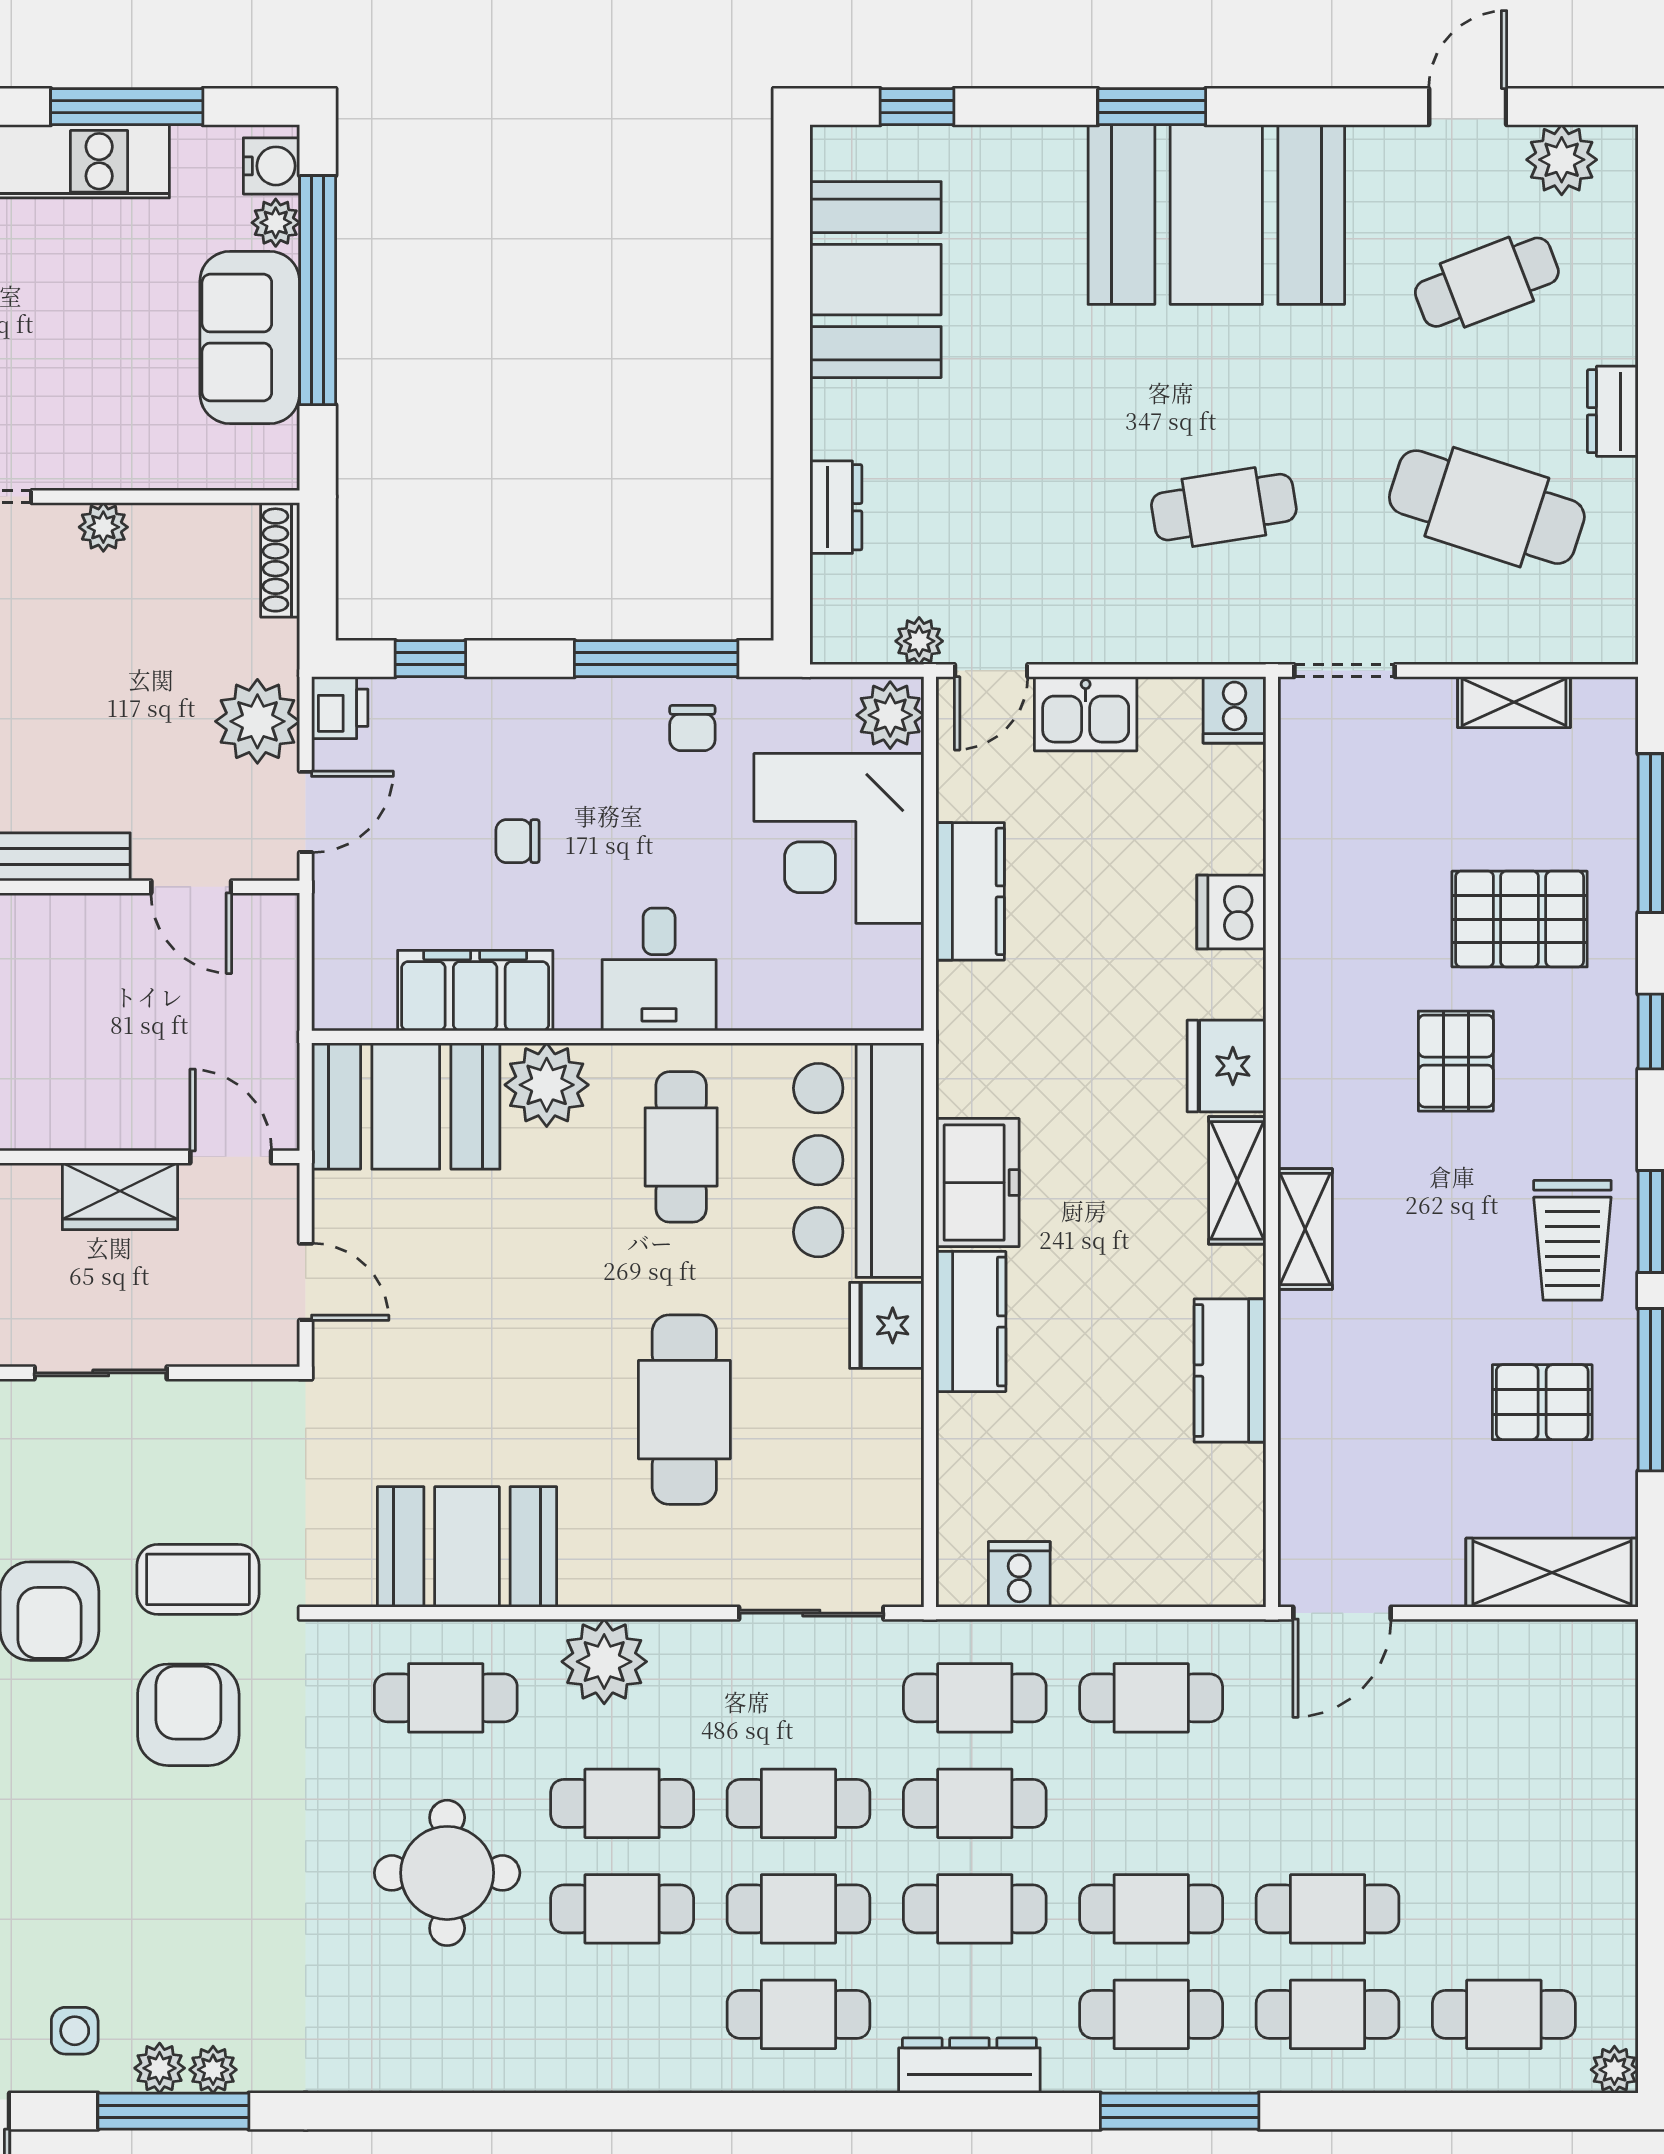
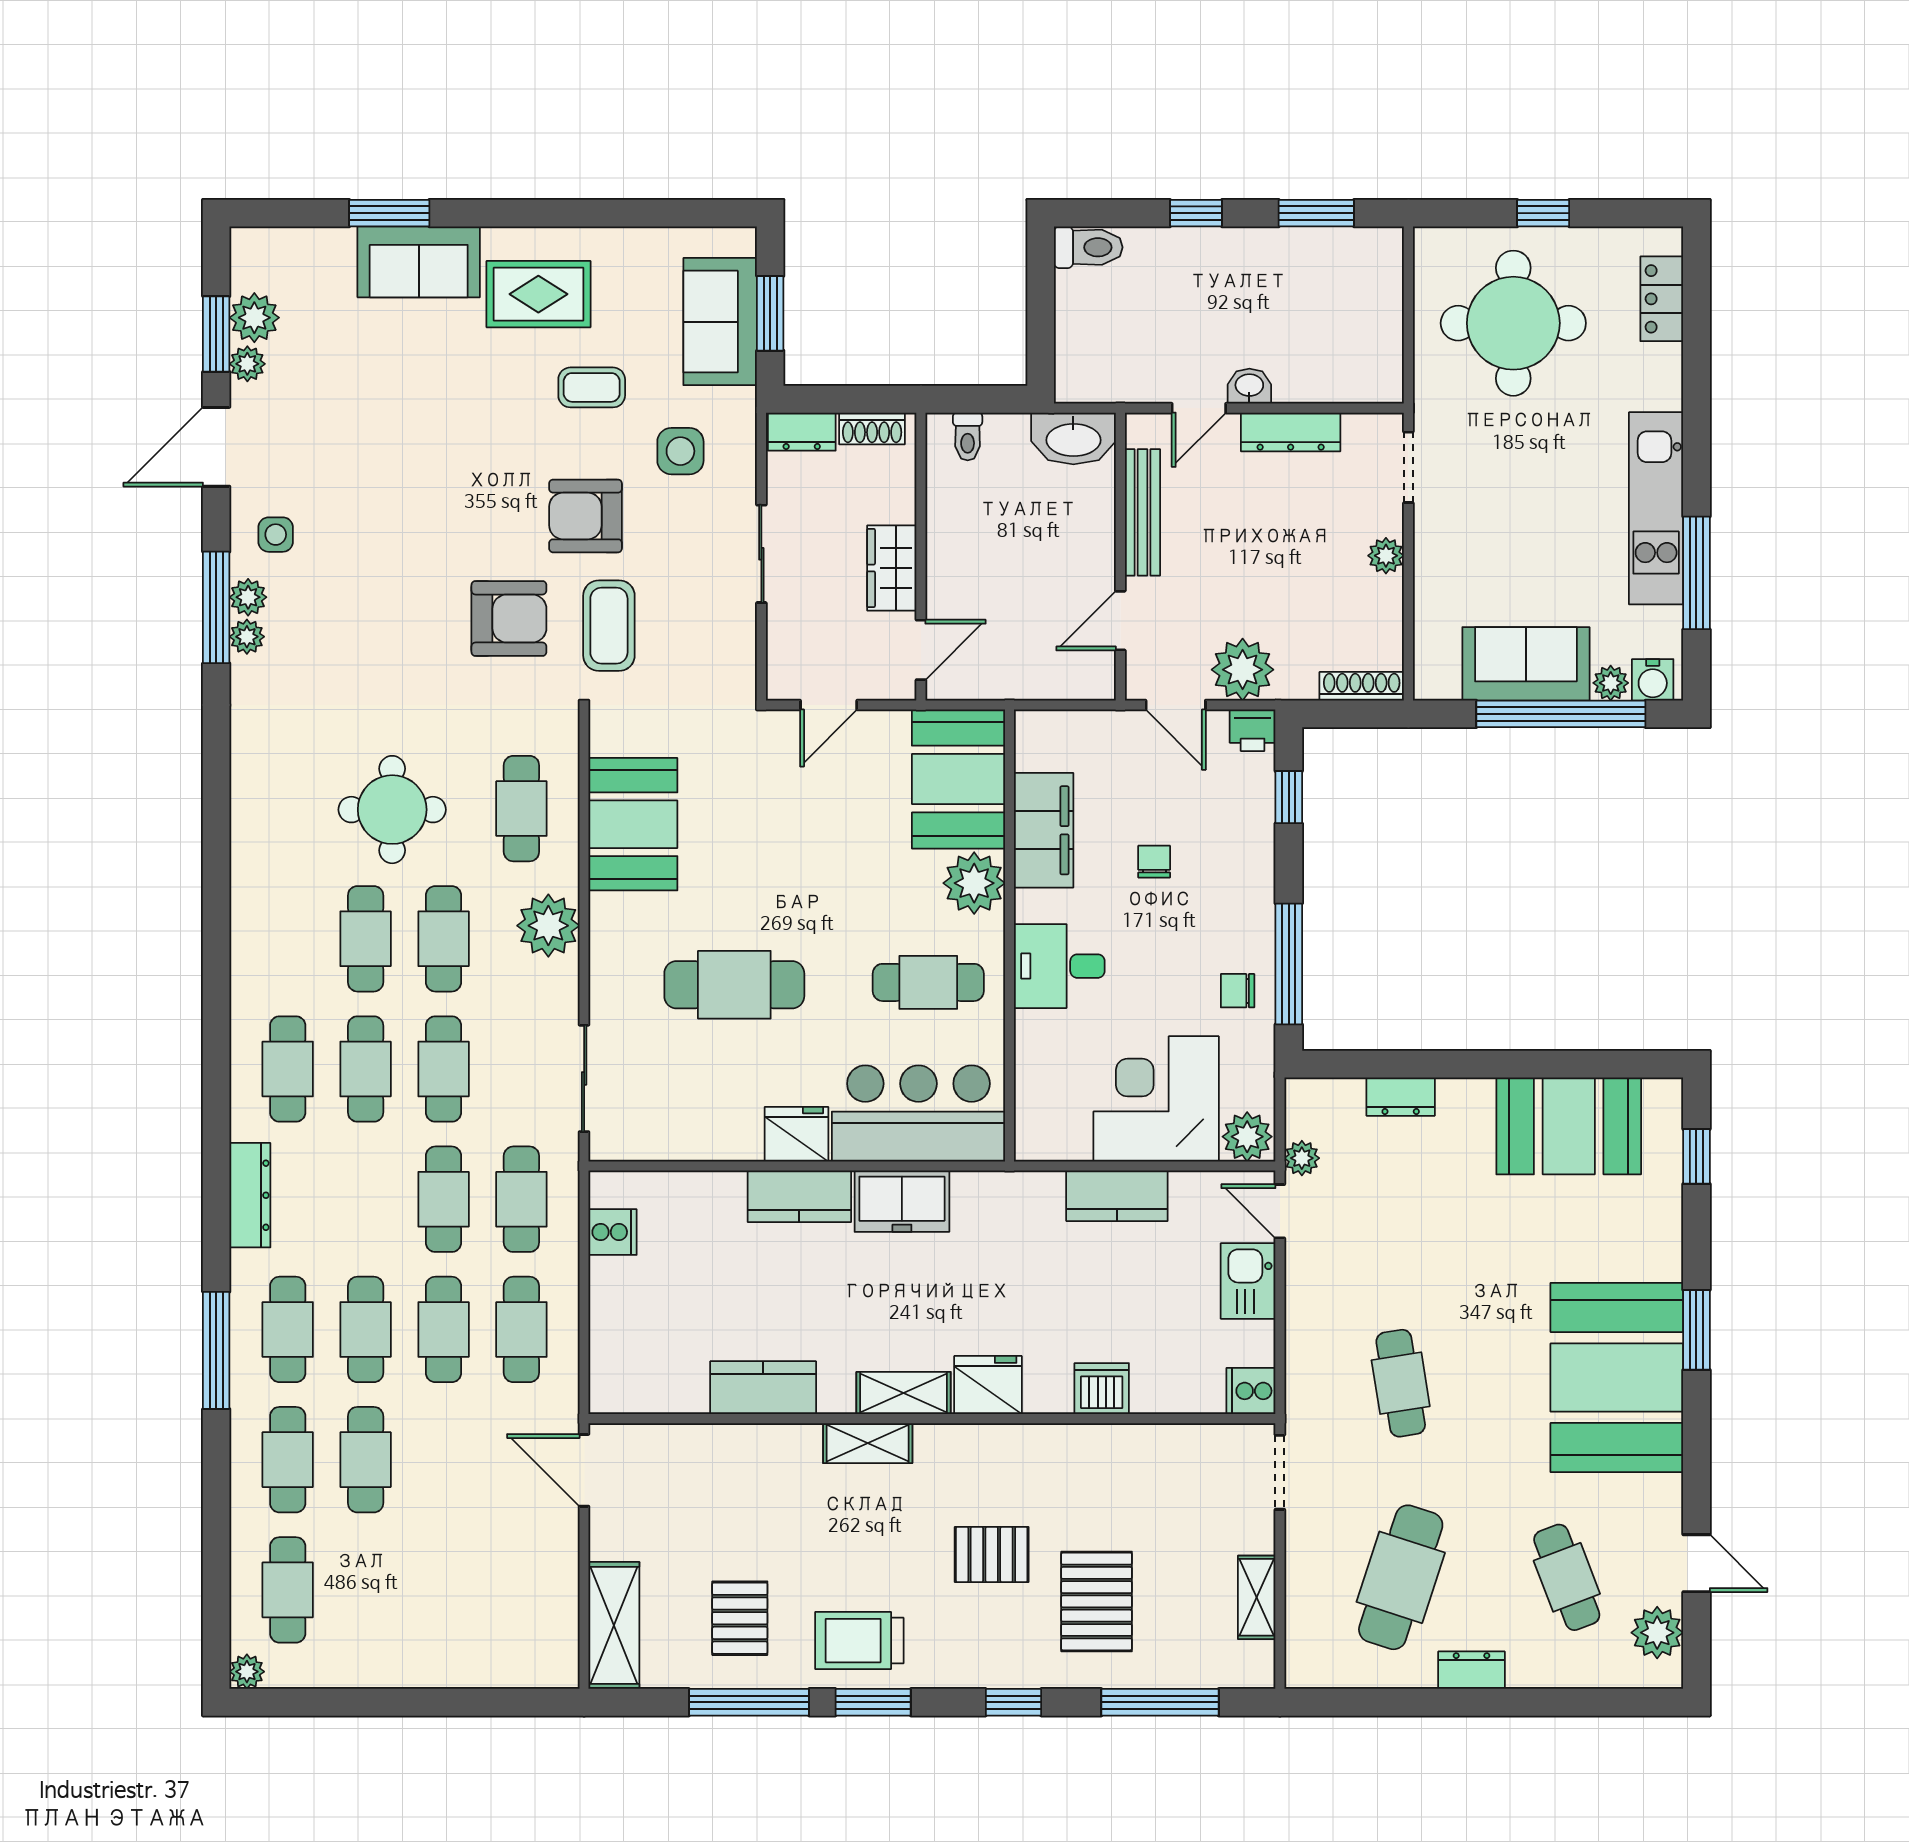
cafe table: (975, 1909) -> (444, 1329), moved

